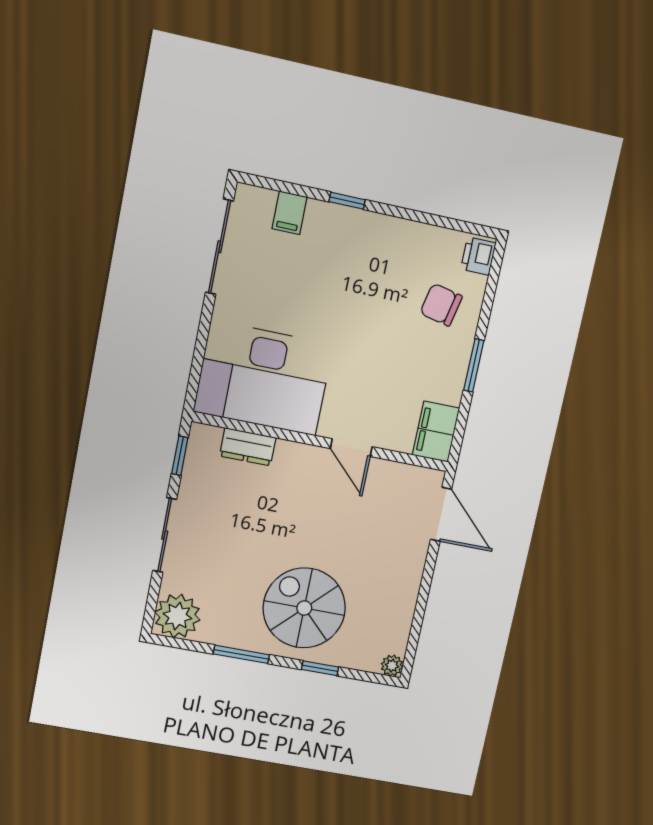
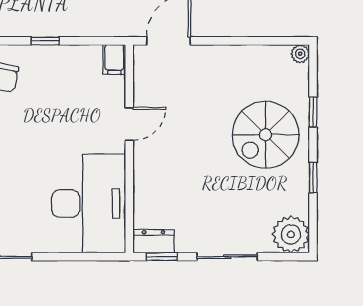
window: (474, 365) -> (45, 41), width x0.67
filing cabinet: (436, 432) -> (114, 59), width x0.50
dresser: (248, 447) -> (154, 241), moved, turned -90
window: (241, 654) -> (313, 178), width x0.67

